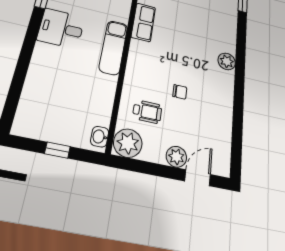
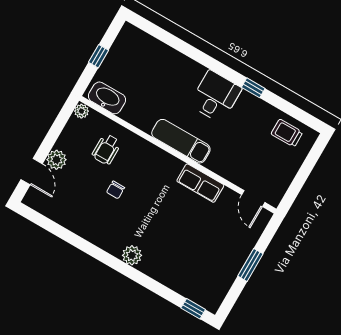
washbasin: (100, 137) -> (107, 98), width x1.91, depth x1.45
plant: (128, 143) -> (81, 111), width x0.53, depth x0.53

